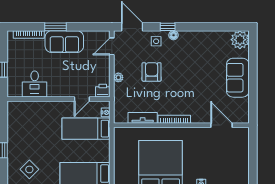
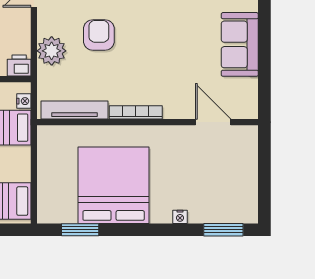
plant: (118, 77) -> (52, 51), width x1.88, depth x1.88
tv unit: (143, 118) -> (74, 110), width x1.41

